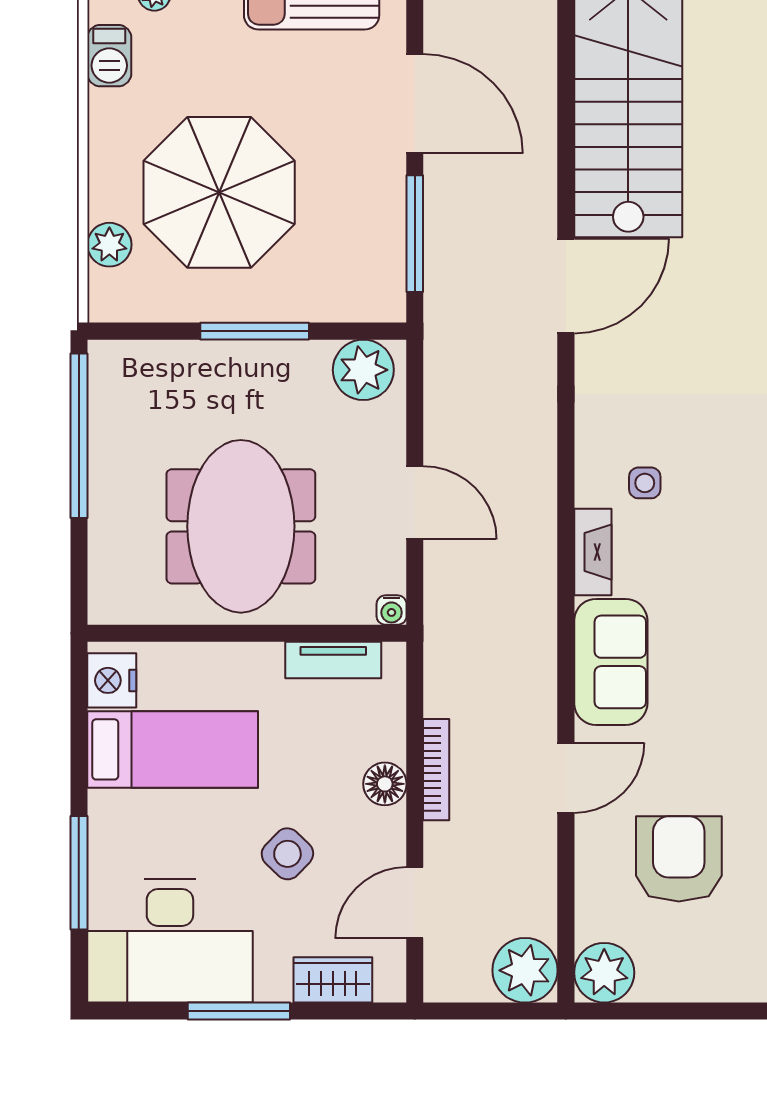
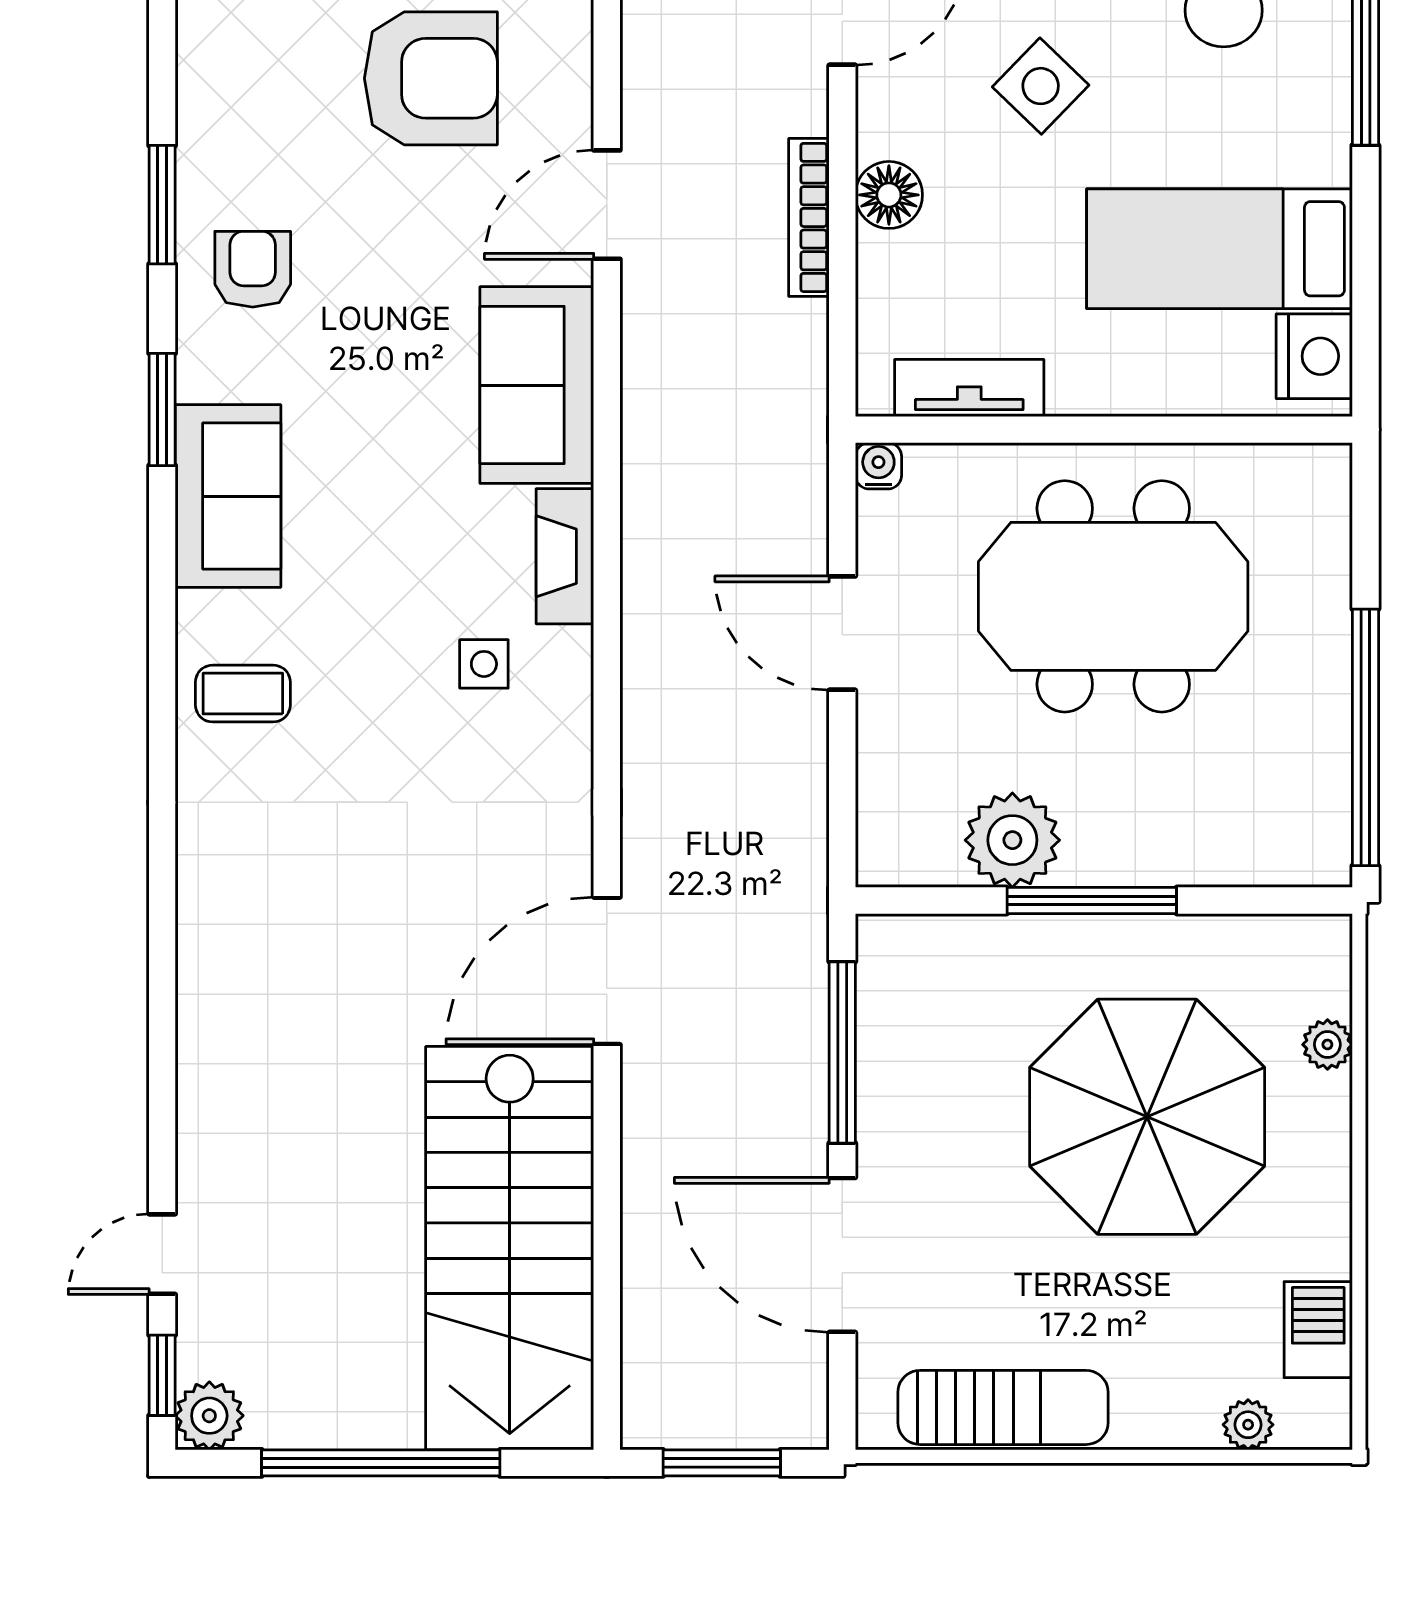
plant: (109, 245) -> (1327, 1044), width x0.73, depth x0.73
plant: (363, 370) -> (1012, 840), moved
meeting table: (241, 526) -> (1113, 596), turned 90
armchair: (679, 859) -> (431, 78), turned -90

